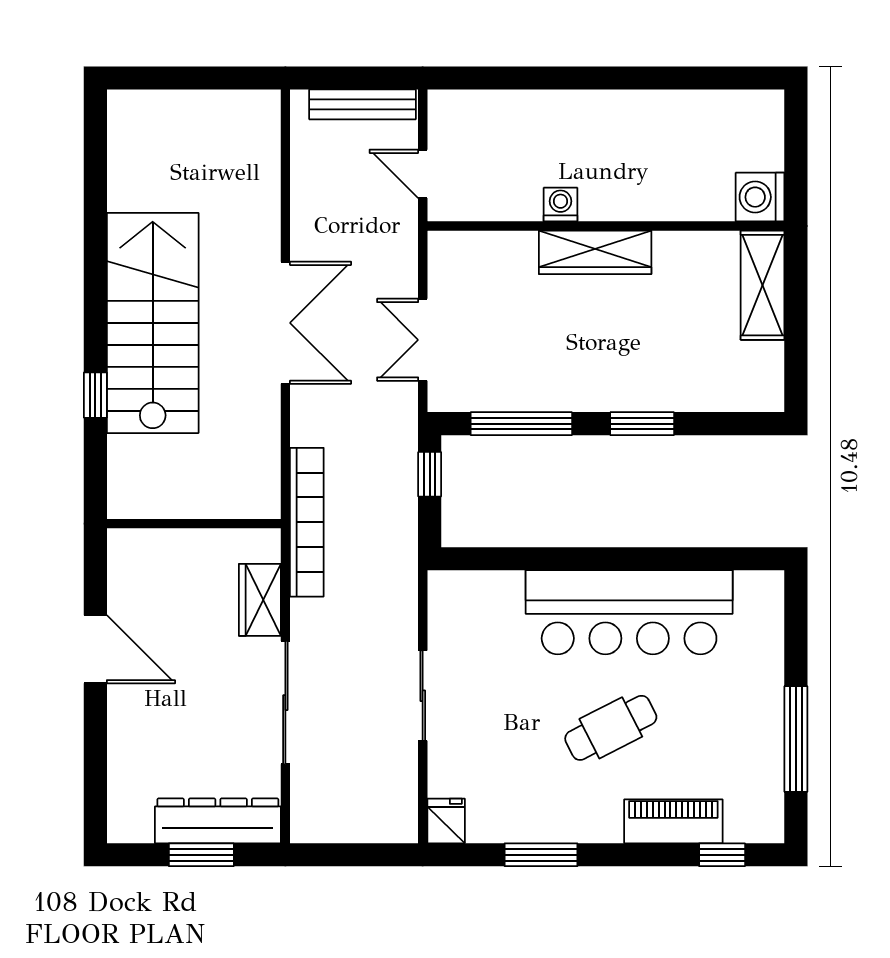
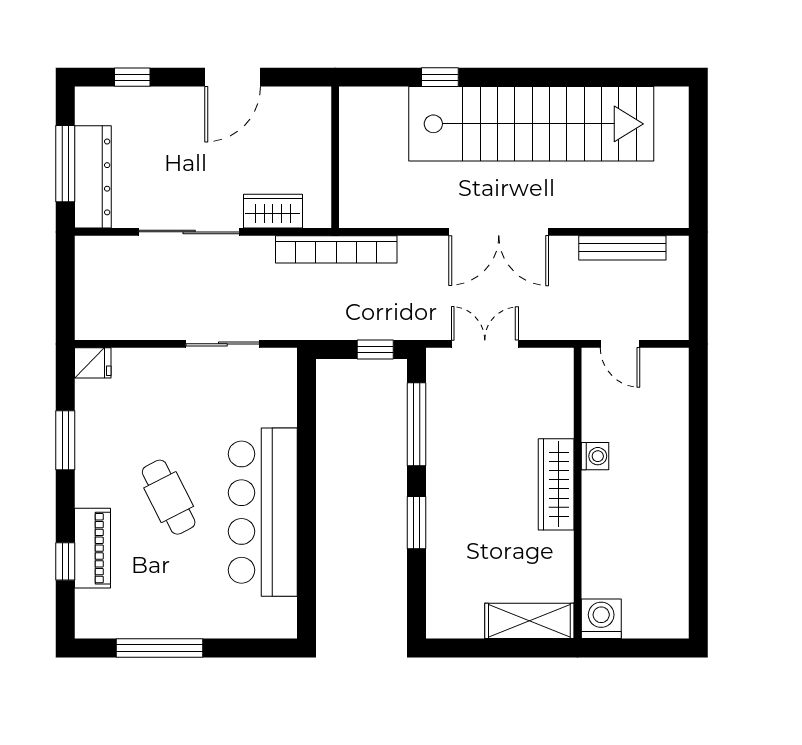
bench: (362, 104) -> (622, 248), moved, turned 90
door: (423, 174) -> (620, 344), swing flipped
stairs: (153, 323) -> (531, 124), width x1.36
sliding door: (423, 696) -> (223, 344), moved
window: (95, 772) -> (132, 77), added
window: (201, 855) -> (65, 164), width x1.44
window: (722, 855) -> (65, 561), moved

